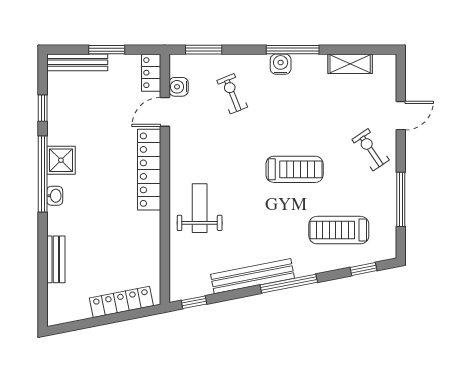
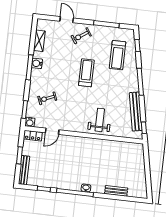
water cooler: (281, 64) -> (37, 63), moved
water cooler: (179, 87) -> (30, 122), moved
door: (165, 112) -> (52, 131), hinge flipped
shower: (61, 160) -> (69, 183), removed
locker: (149, 170) -> (79, 142), removed
weight bench: (200, 208) -> (100, 120), turned 90
bench: (252, 276) -> (136, 112), moved
locker: (121, 302) -> (140, 162), removed

